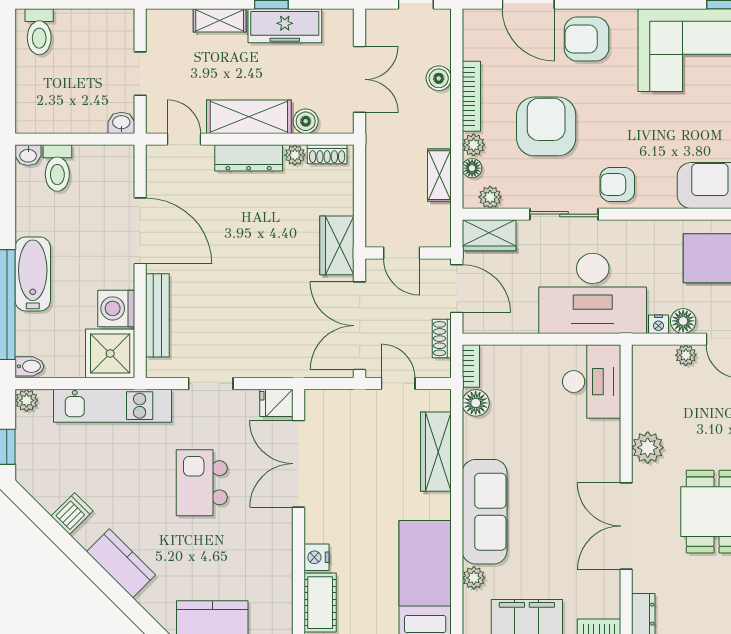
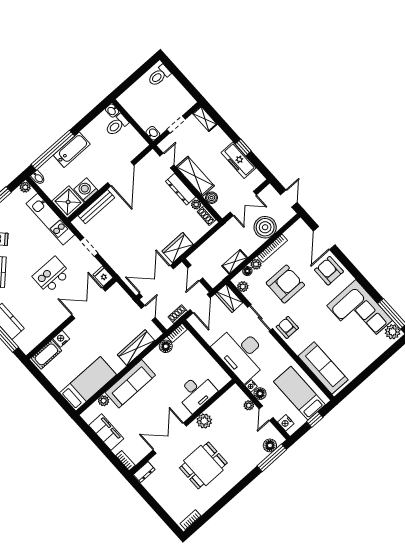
shelving: (220, 20) -> (205, 119), moved
boiler: (439, 78) -> (265, 227), width x1.86, depth x1.86
desk: (592, 382) -> (196, 393), moved

